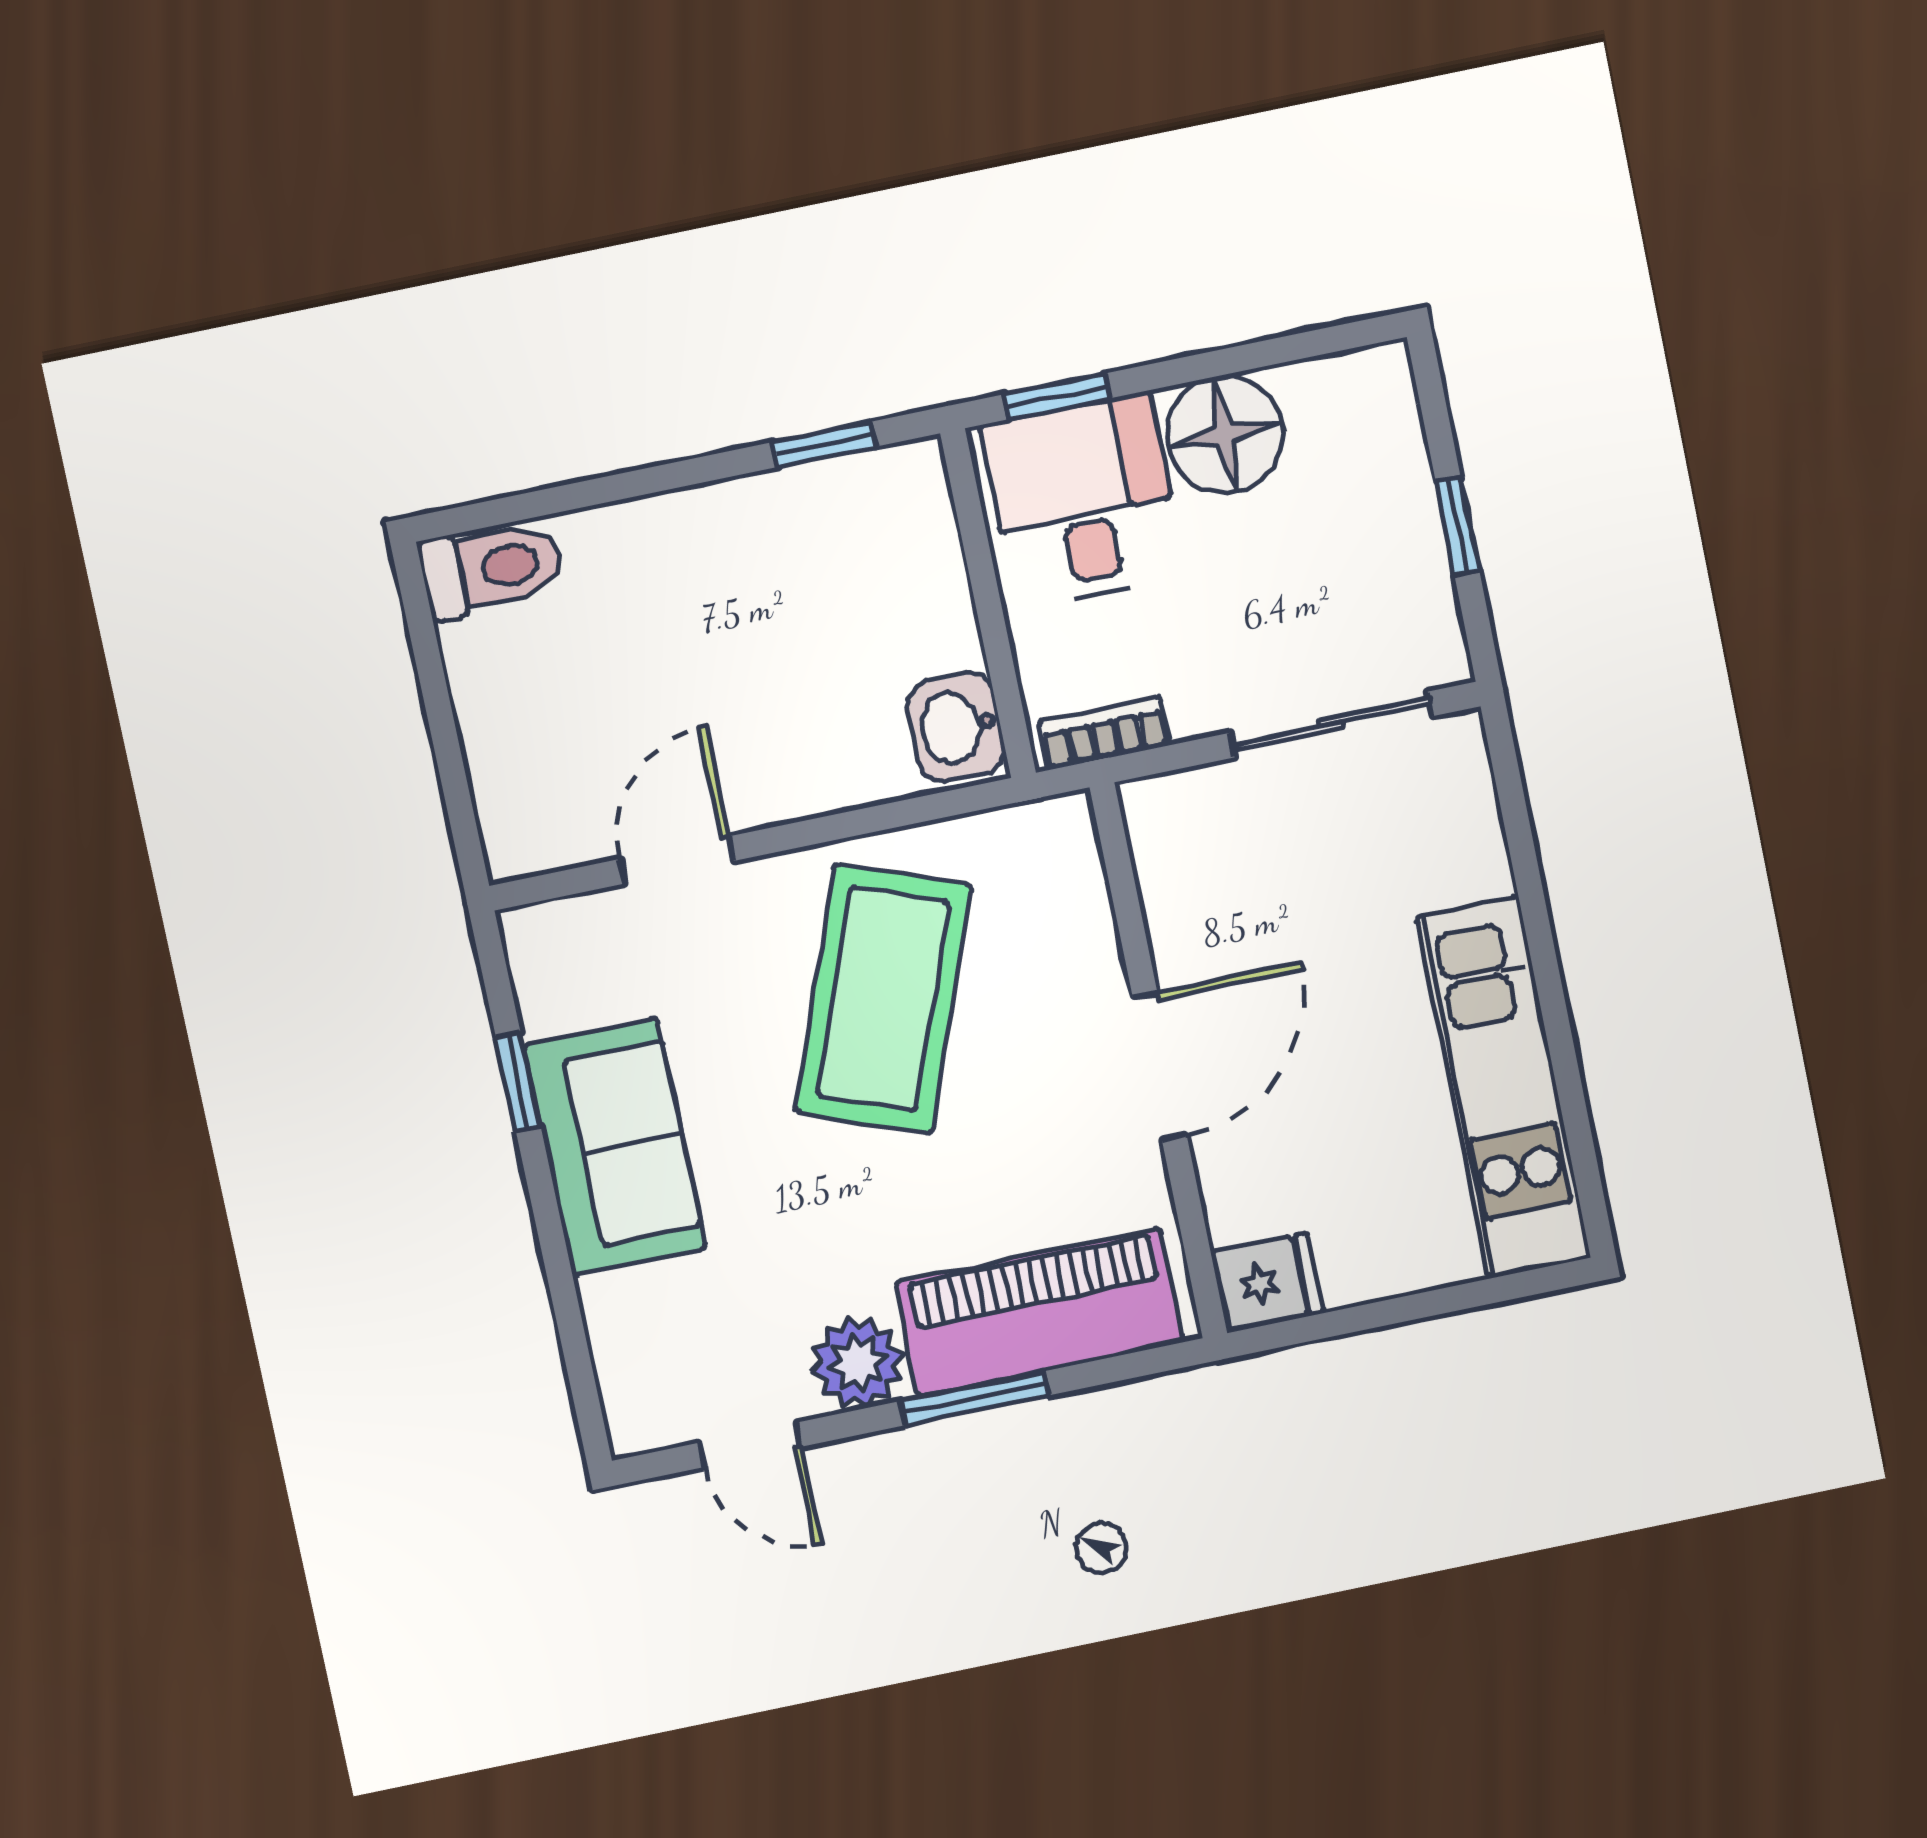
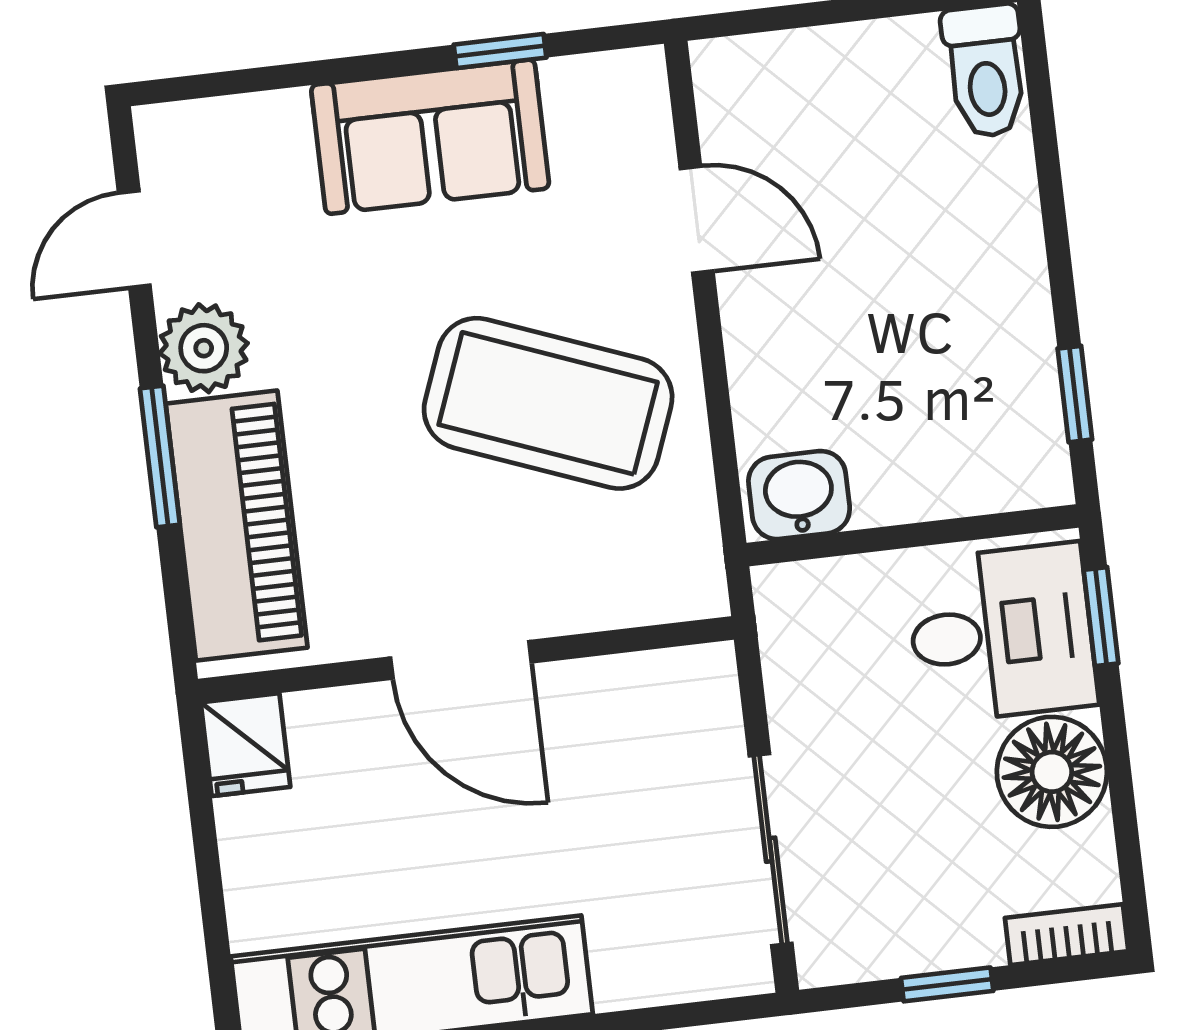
bookcase: (1104, 733) -> (1067, 935), moved, turned -90

